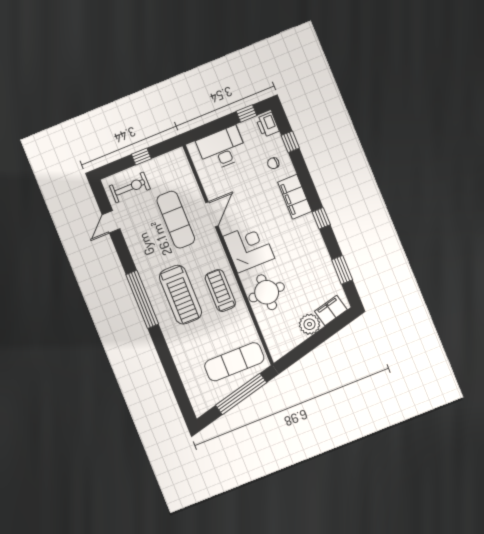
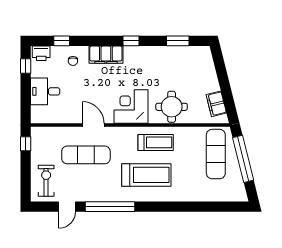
desk: (222, 149) -> (45, 91), width x0.73
window: (141, 157) -> (26, 144), moved
door: (111, 222) -> (67, 207), hinge flipped
treadmill: (220, 291) -> (156, 142), turned 180
window: (142, 299) -> (110, 207), moved
filing cabinet: (331, 310) -> (216, 104), moved
plant: (310, 324) -> (210, 83), removed

